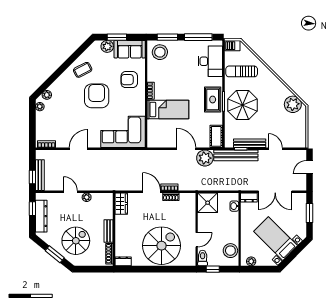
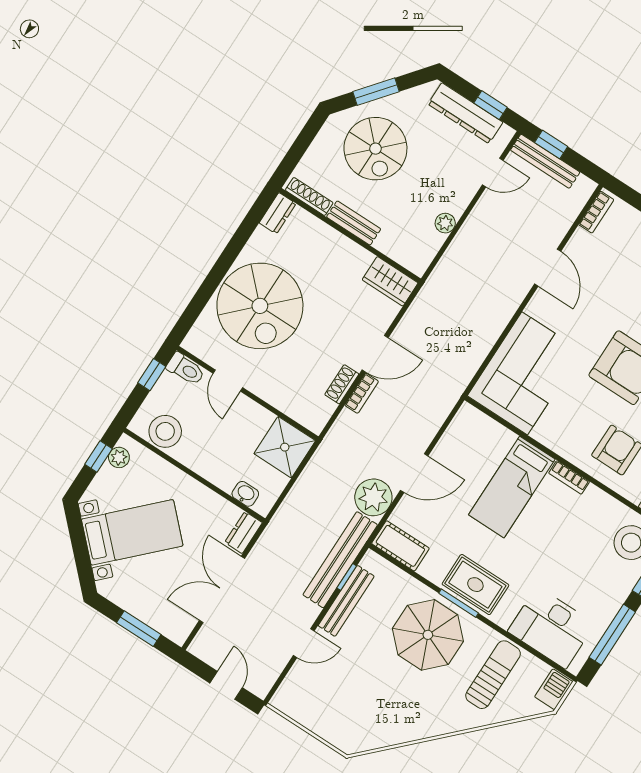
plant: (293, 104) -> (367, 732), removed
door: (70, 192) -> (493, 173), moved
window: (256, 269) -> (99, 456), added

